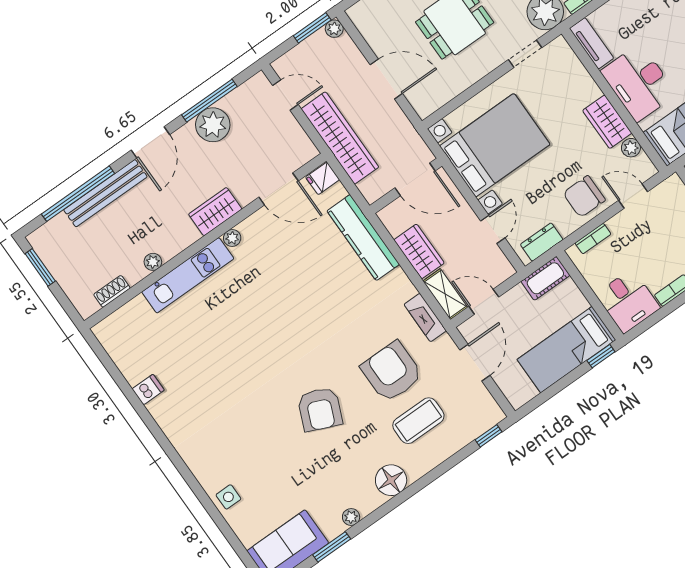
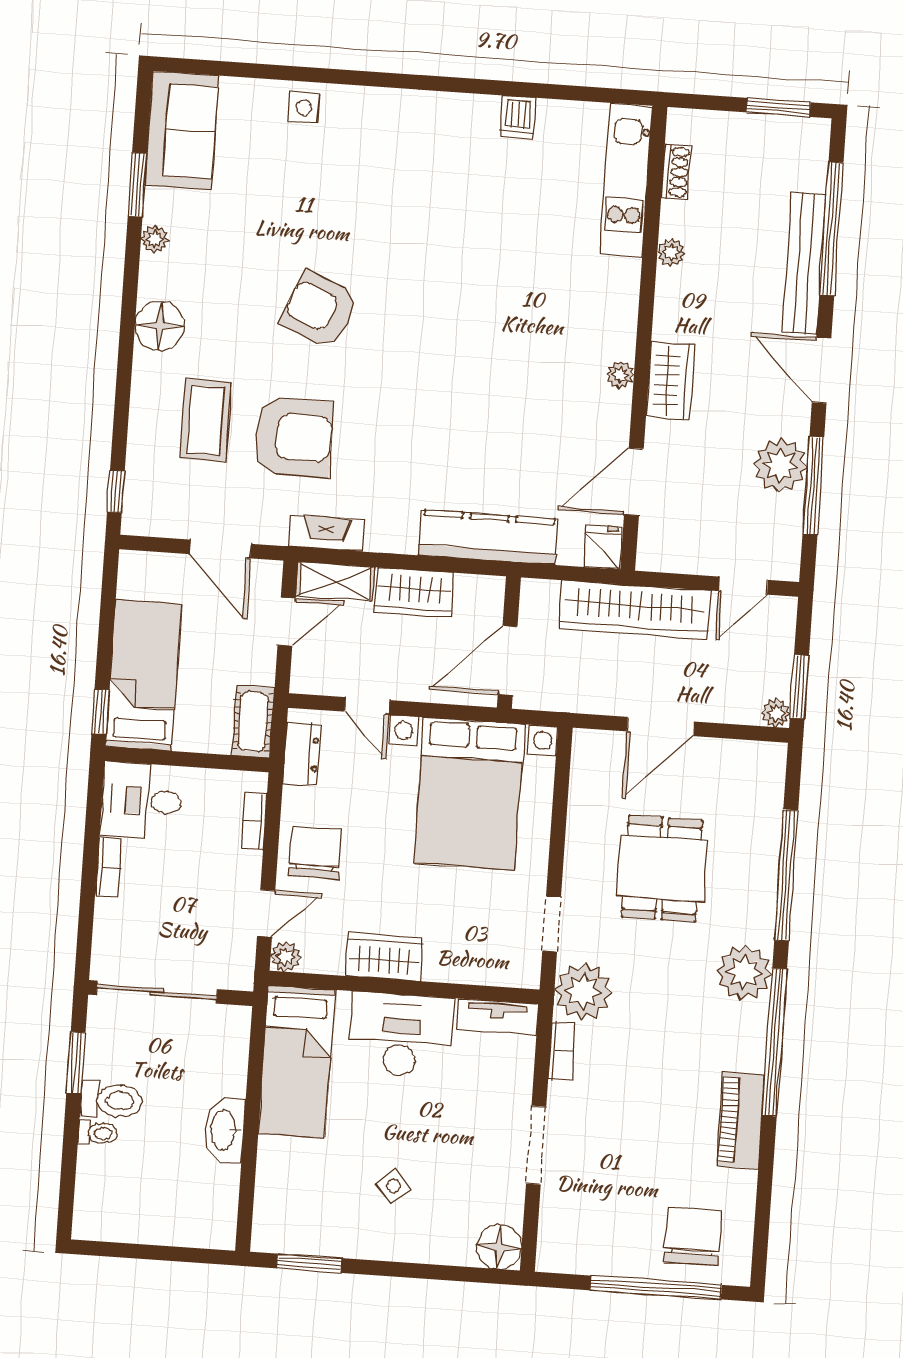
plant: (631, 148) -> (285, 957), moved
kitchen unit: (188, 275) -> (626, 180), moved

